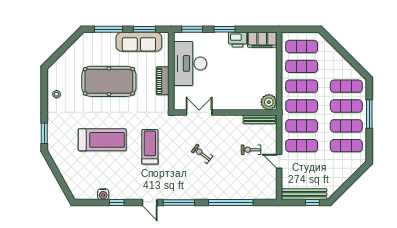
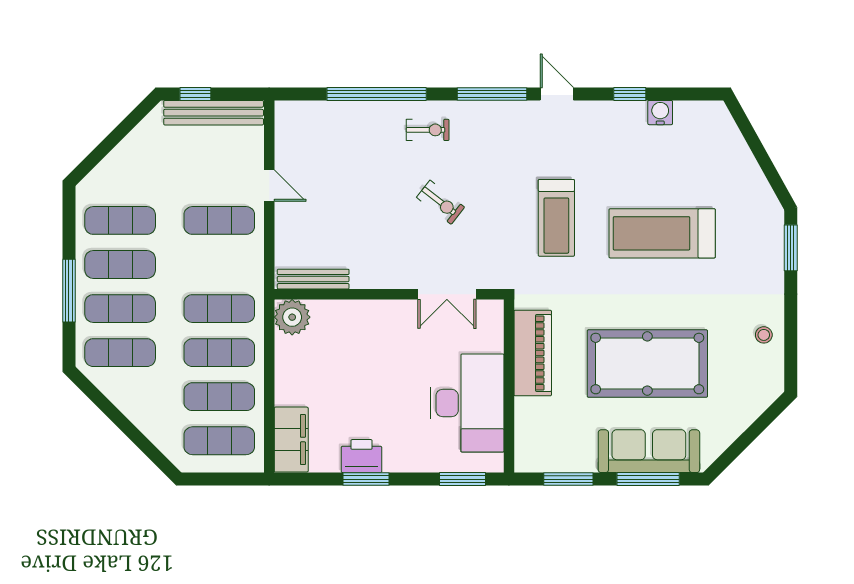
window: (225, 29) -> (366, 479), moved
filing cabinet: (262, 40) -> (291, 440), moved, turned 90
sofa: (139, 42) -> (649, 451), moved
piano: (163, 81) -> (533, 353), width x1.37, depth x1.33
exercise mat: (302, 126) -> (219, 264), removed
exercise bike: (251, 150) -> (428, 130), moved

